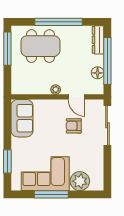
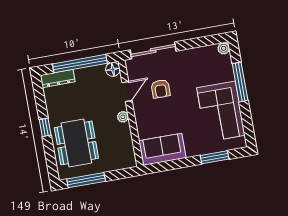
window: (58, 22) -> (45, 127), width x0.32
floor lamp: (98, 73) -> (113, 69), moved
plant: (80, 181) -> (224, 48), moved, width x0.53, depth x0.53
window: (51, 194) -> (240, 82), moved

